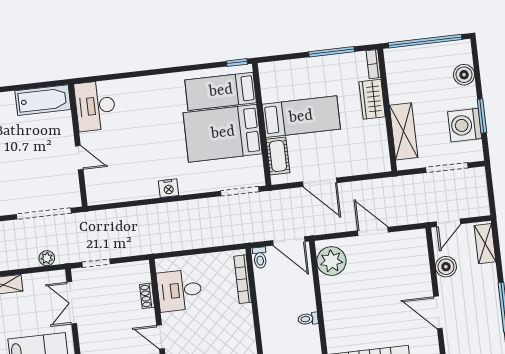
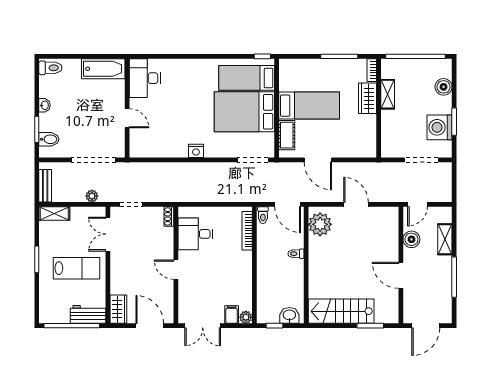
shelving: (404, 131) -> (388, 94), moved, width x0.67, depth x0.75
shelving: (485, 244) -> (445, 239), moved
shoe rack: (147, 296) -> (169, 216), moved
toilet: (308, 319) -> (296, 254), moved

